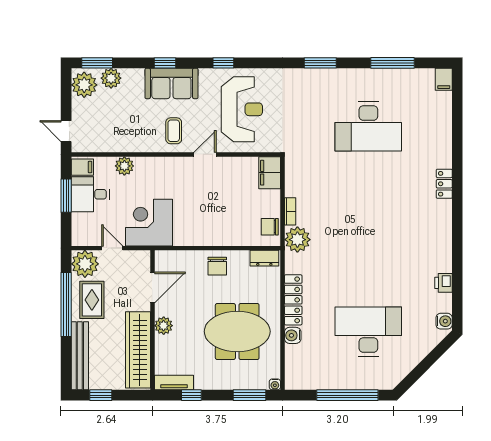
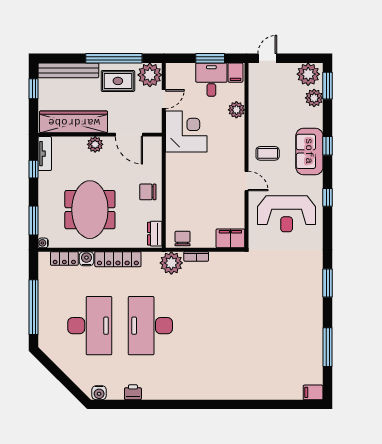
desk: (368, 126) -> (150, 326), moved
locker: (444, 184) -> (64, 258), moved, turned 180

